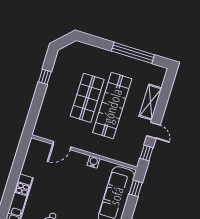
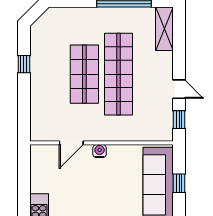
shelving: (150, 102) -> (164, 29), moved
water cooler: (93, 162) -> (100, 151), moved
window: (136, 188) -> (179, 183), moved

